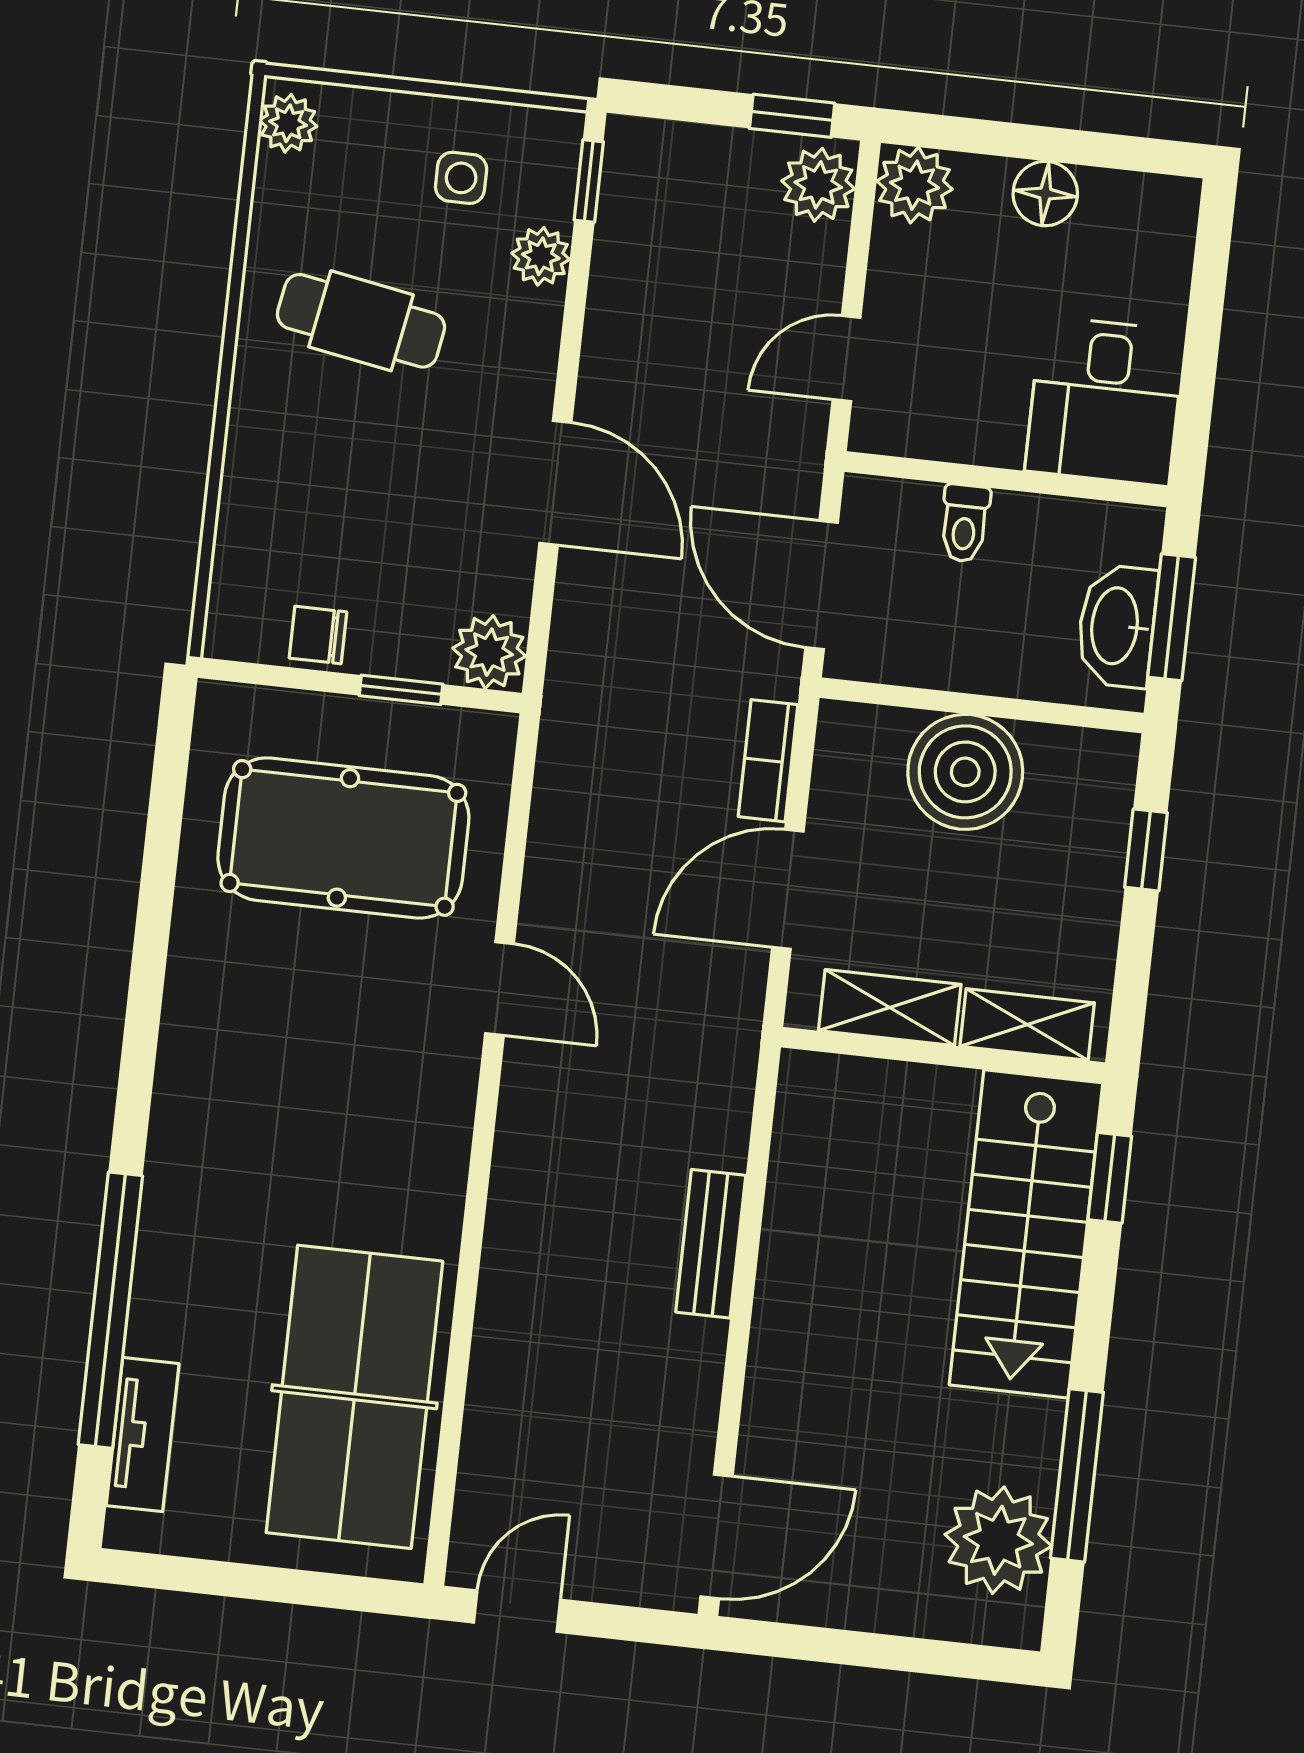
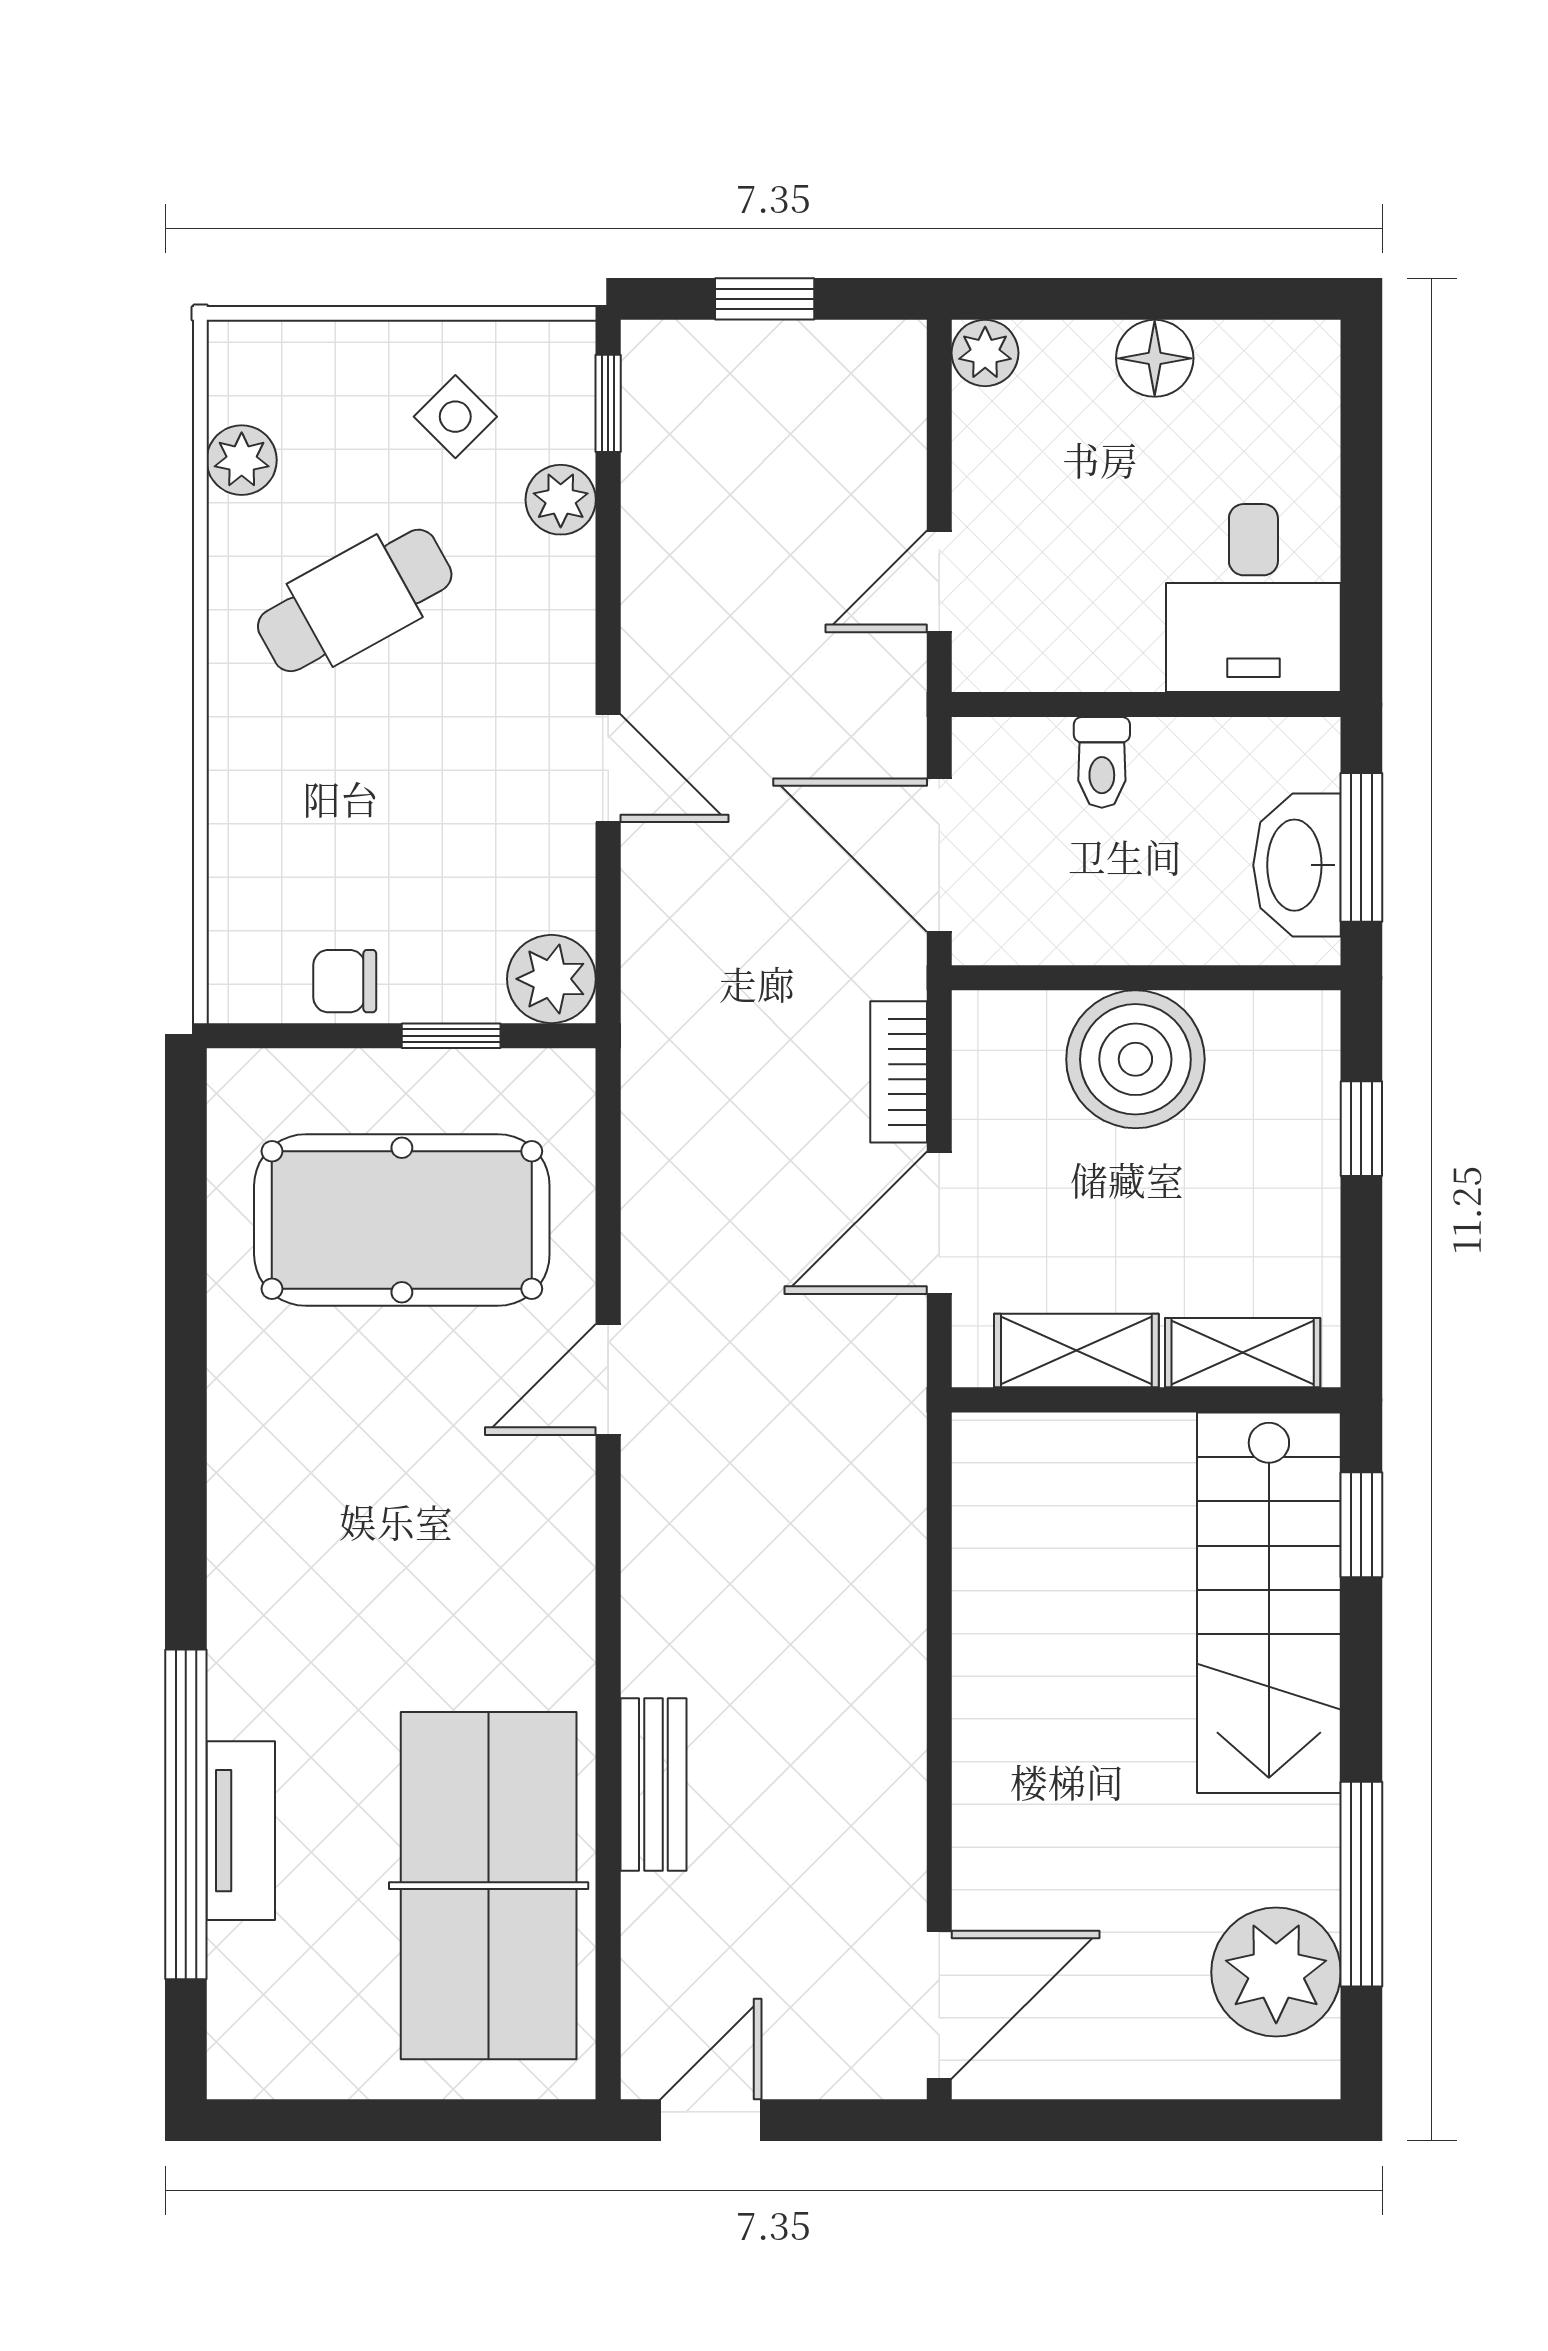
window: (792, 116) -> (765, 299), moved
plant: (288, 123) -> (242, 460), moved
side table: (461, 178) -> (455, 417), turned 45
plant: (818, 185) -> (883, 378), removed
plant: (915, 185) -> (985, 353), width x0.73, depth x0.73
cafe table: (361, 321) -> (355, 600), turned -39
door: (555, 483) -> (608, 768), width x0.73
door: (500, 989) -> (608, 1379), swing flipped
bench: (711, 1244) -> (653, 1785), moved
tv unit: (143, 1435) -> (241, 1831), moved

